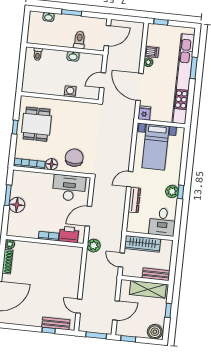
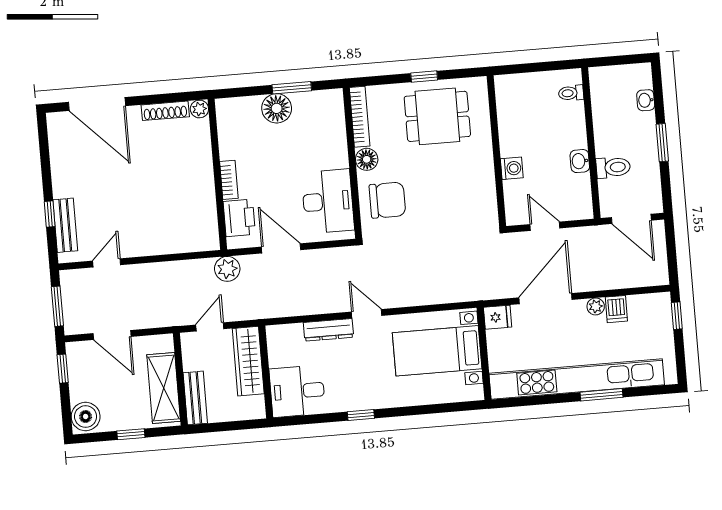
plant: (172, 191) -> (358, 398), removed

